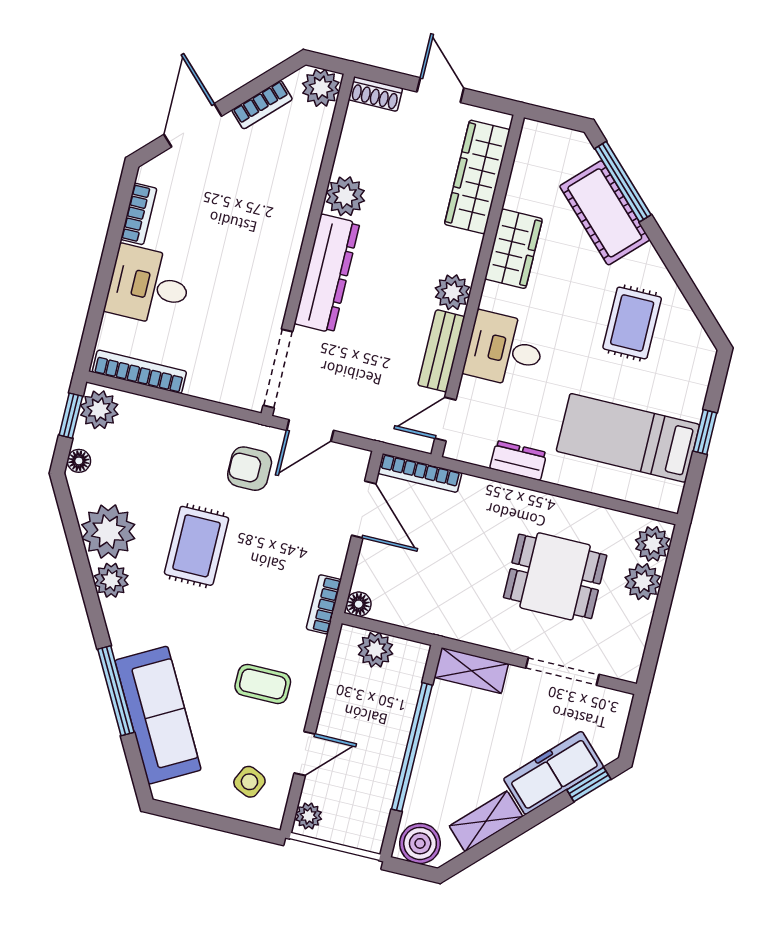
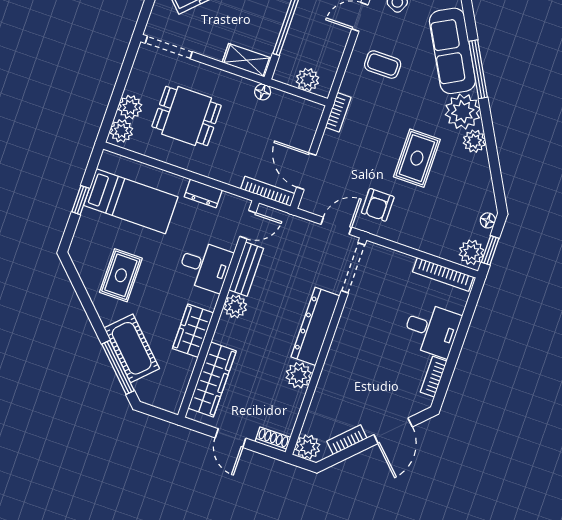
armchair: (250, 469) -> (378, 205), turned 90
plant: (108, 532) -> (463, 112), moved
floor lamp: (359, 604) -> (263, 92), moved
doorway: (562, 671) -> (169, 47), moved

